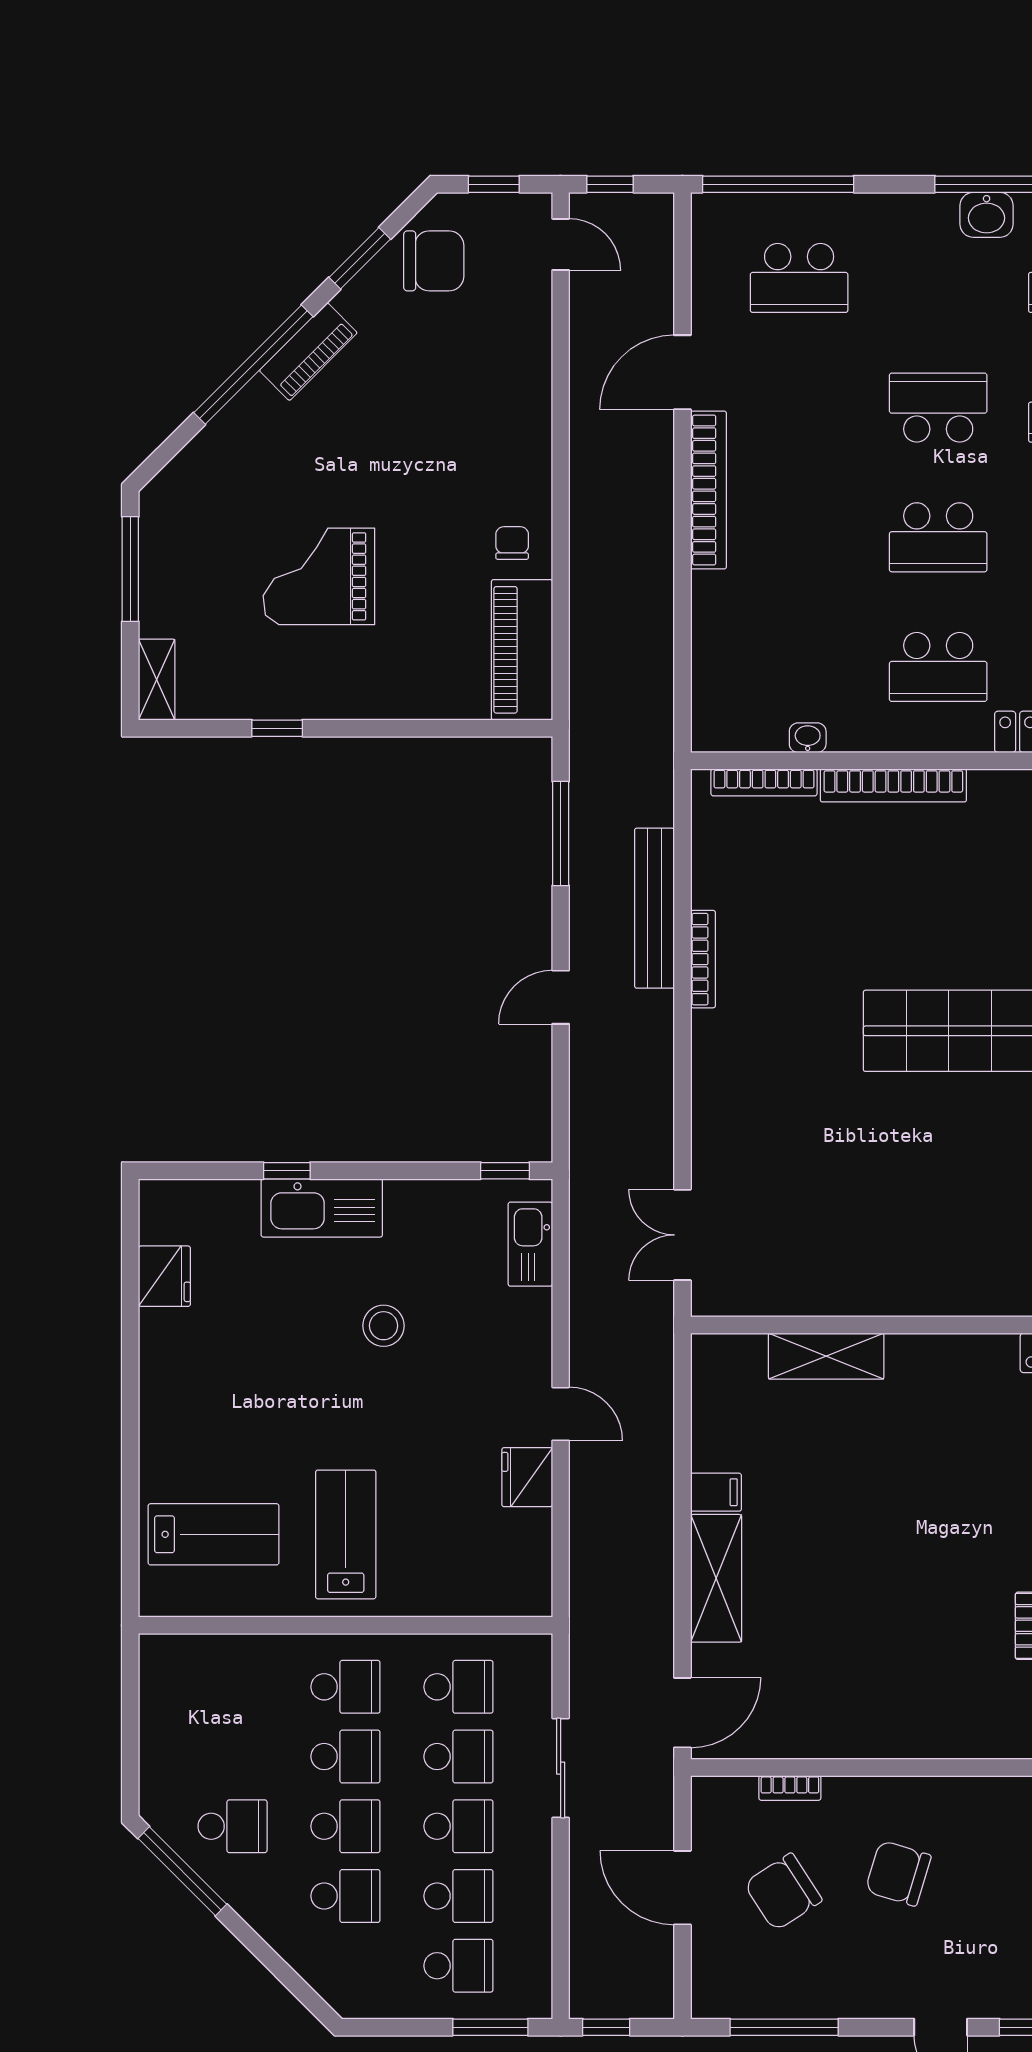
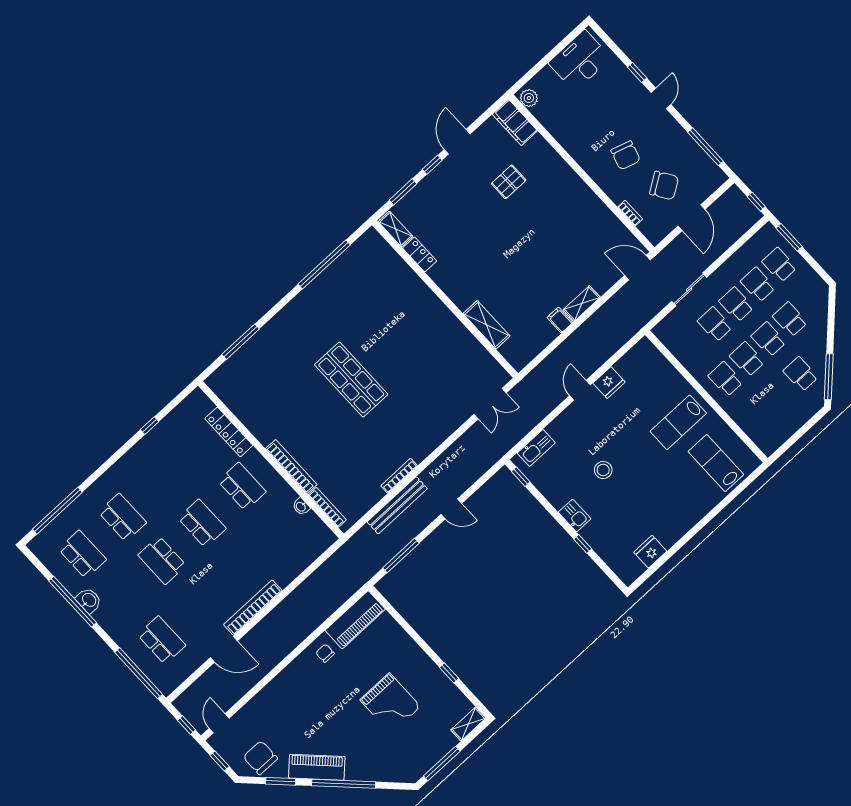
piano: (308, 352) -> (317, 767), width x1.37, depth x1.33
chair: (512, 543) -> (325, 653), turned 90
kitchen sink: (322, 1208) -> (575, 515), width x0.53, depth x0.81
shelving: (716, 1578) -> (582, 304), width x0.67, depth x0.75
school desk: (458, 1687) -> (693, 344), removed

